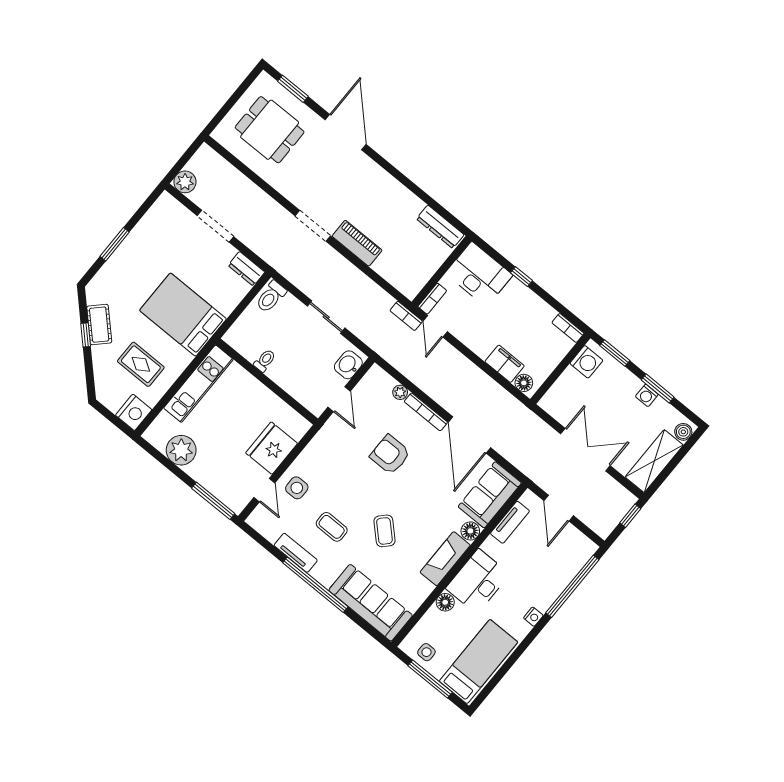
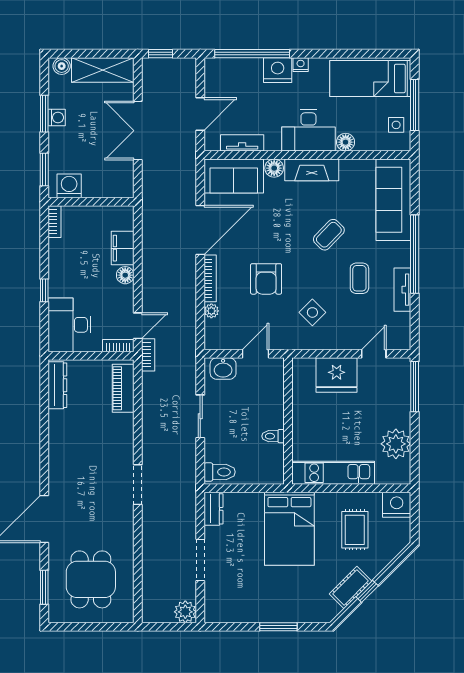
piano: (357, 243) -> (123, 388), moved
floor lamp: (524, 383) -> (125, 275), moved
side table: (297, 488) -> (312, 312), moved, turned 45
nightstand: (544, 596) -> (278, 70), added

